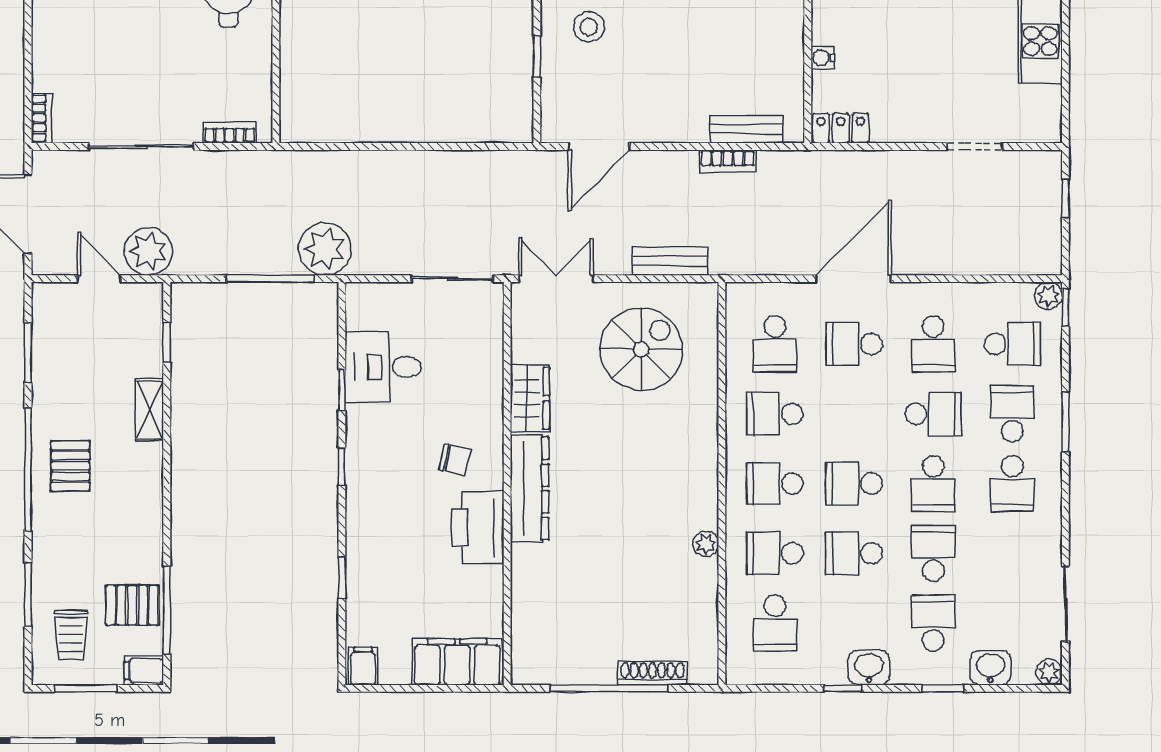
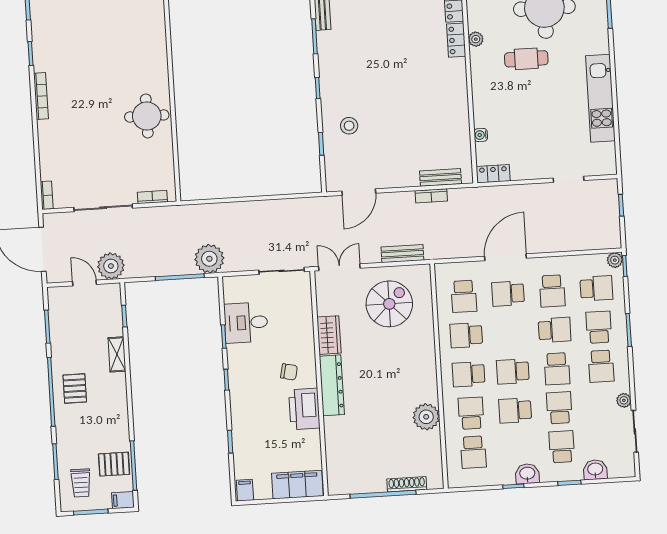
plant: (706, 544) -> (426, 417), width x1.87, depth x1.87
school desk: (775, 553) -> (471, 413), turned 90
plant: (1049, 672) -> (624, 400), moved

